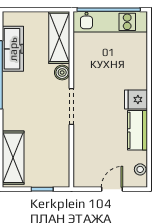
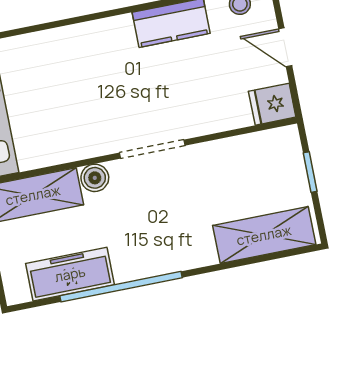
fridge: (136, 100) -> (272, 104), moved, turned 90

